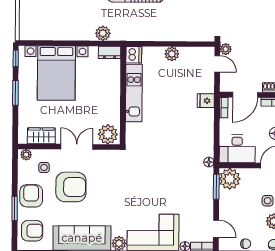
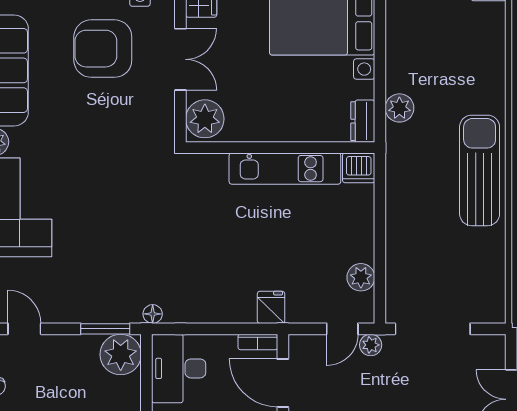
plant: (172, 54) -> (361, 277), moved
armchair: (71, 187) -> (103, 49), turned 90
door: (216, 229) -> (24, 329), swing flipped

